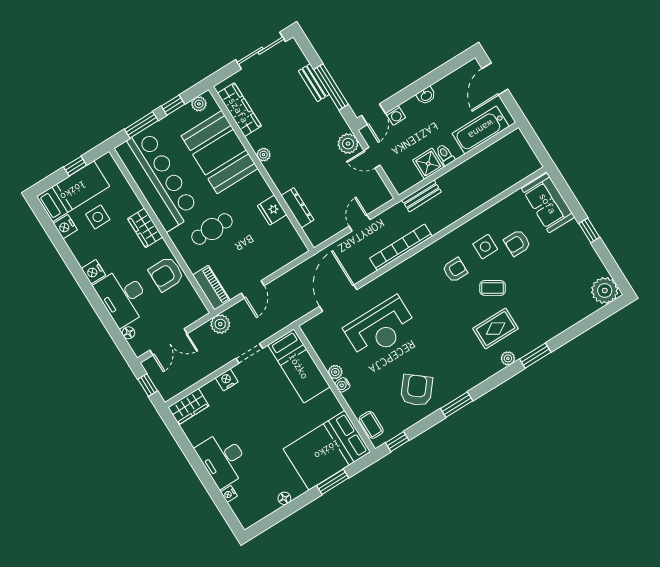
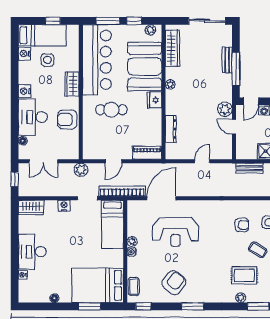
fridge: (272, 210) -> (155, 100), moved
bookcase: (401, 247) -> (122, 191), moved
piano: (211, 288) -> (147, 153), moved, turned -90

